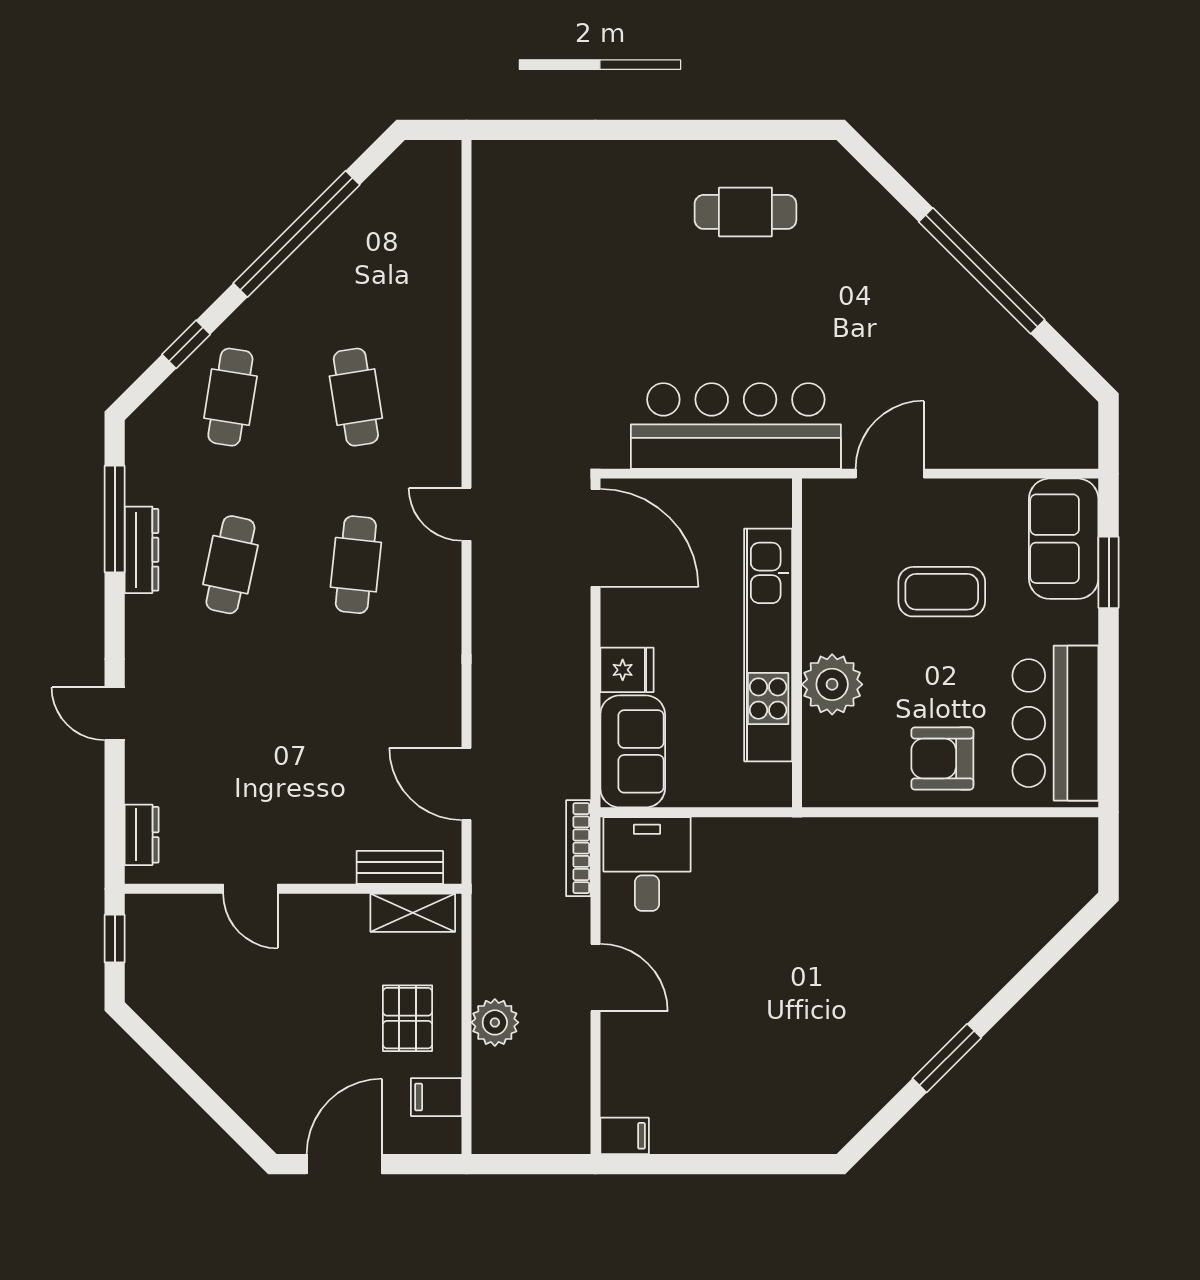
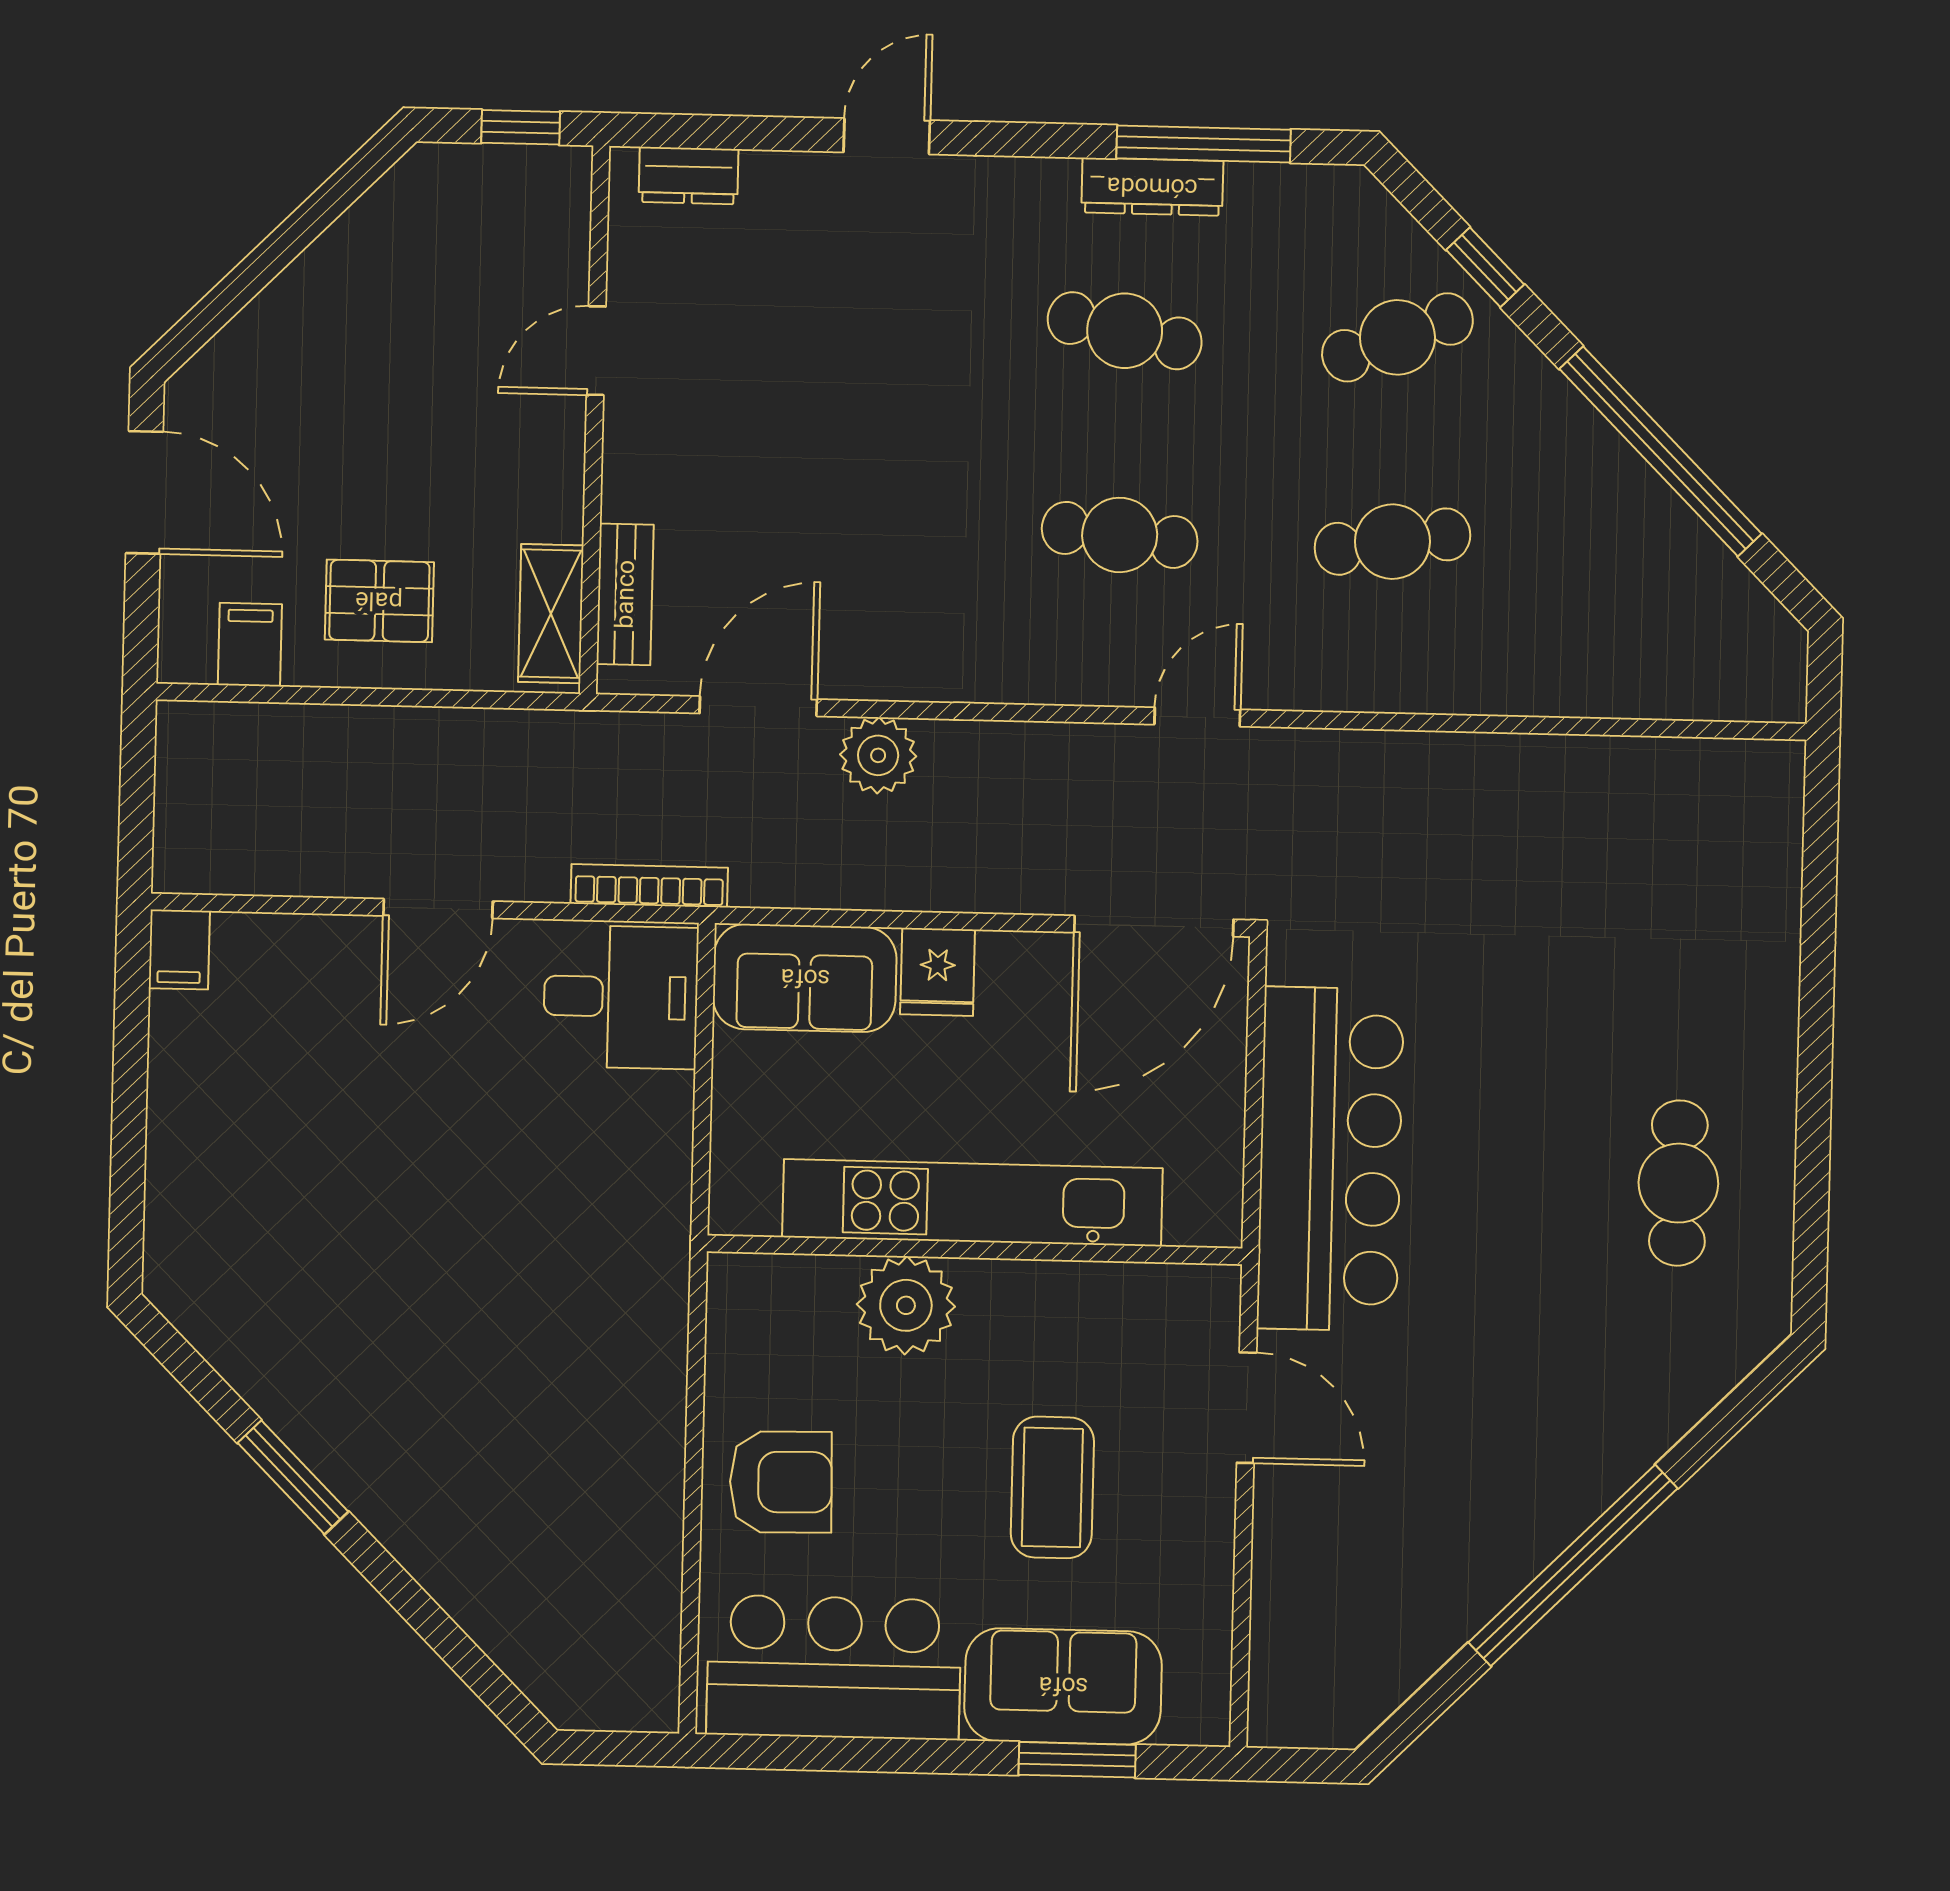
cafe table: (230, 397) -> (1397, 337), turned -30
sofa: (1064, 539) -> (1063, 1686), moved
armchair: (942, 758) -> (781, 1482), turned 89
plant: (495, 1022) -> (878, 755), moved

